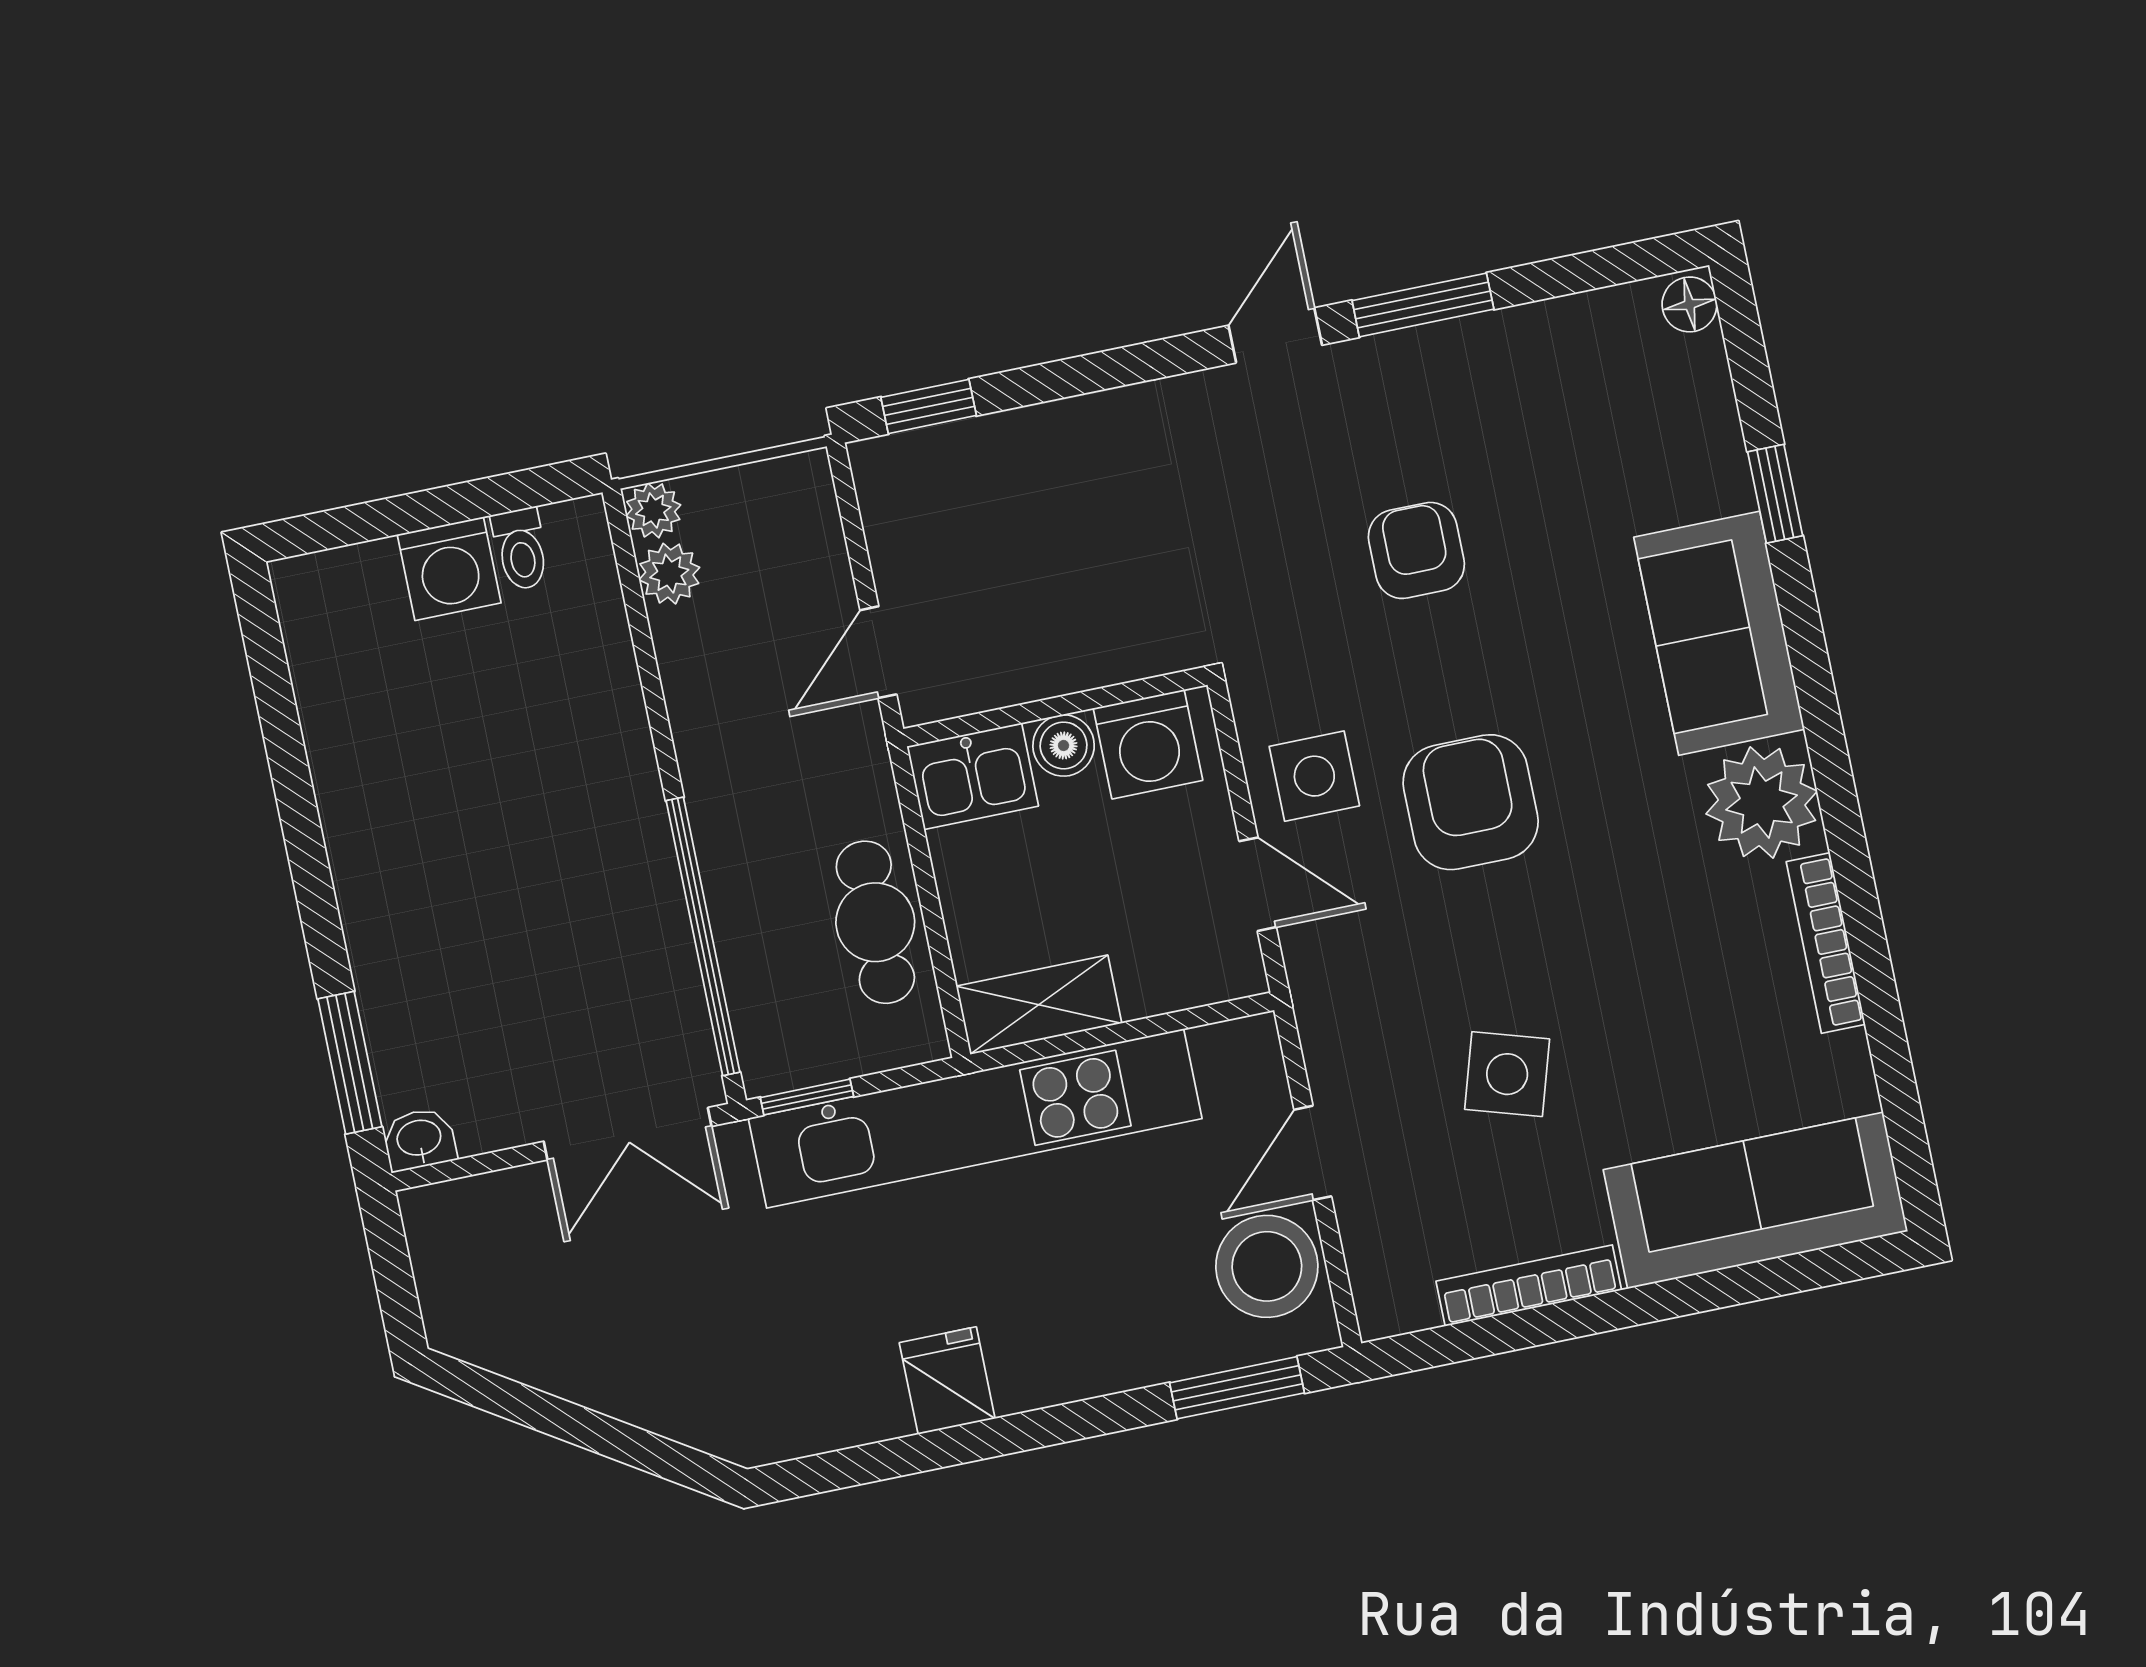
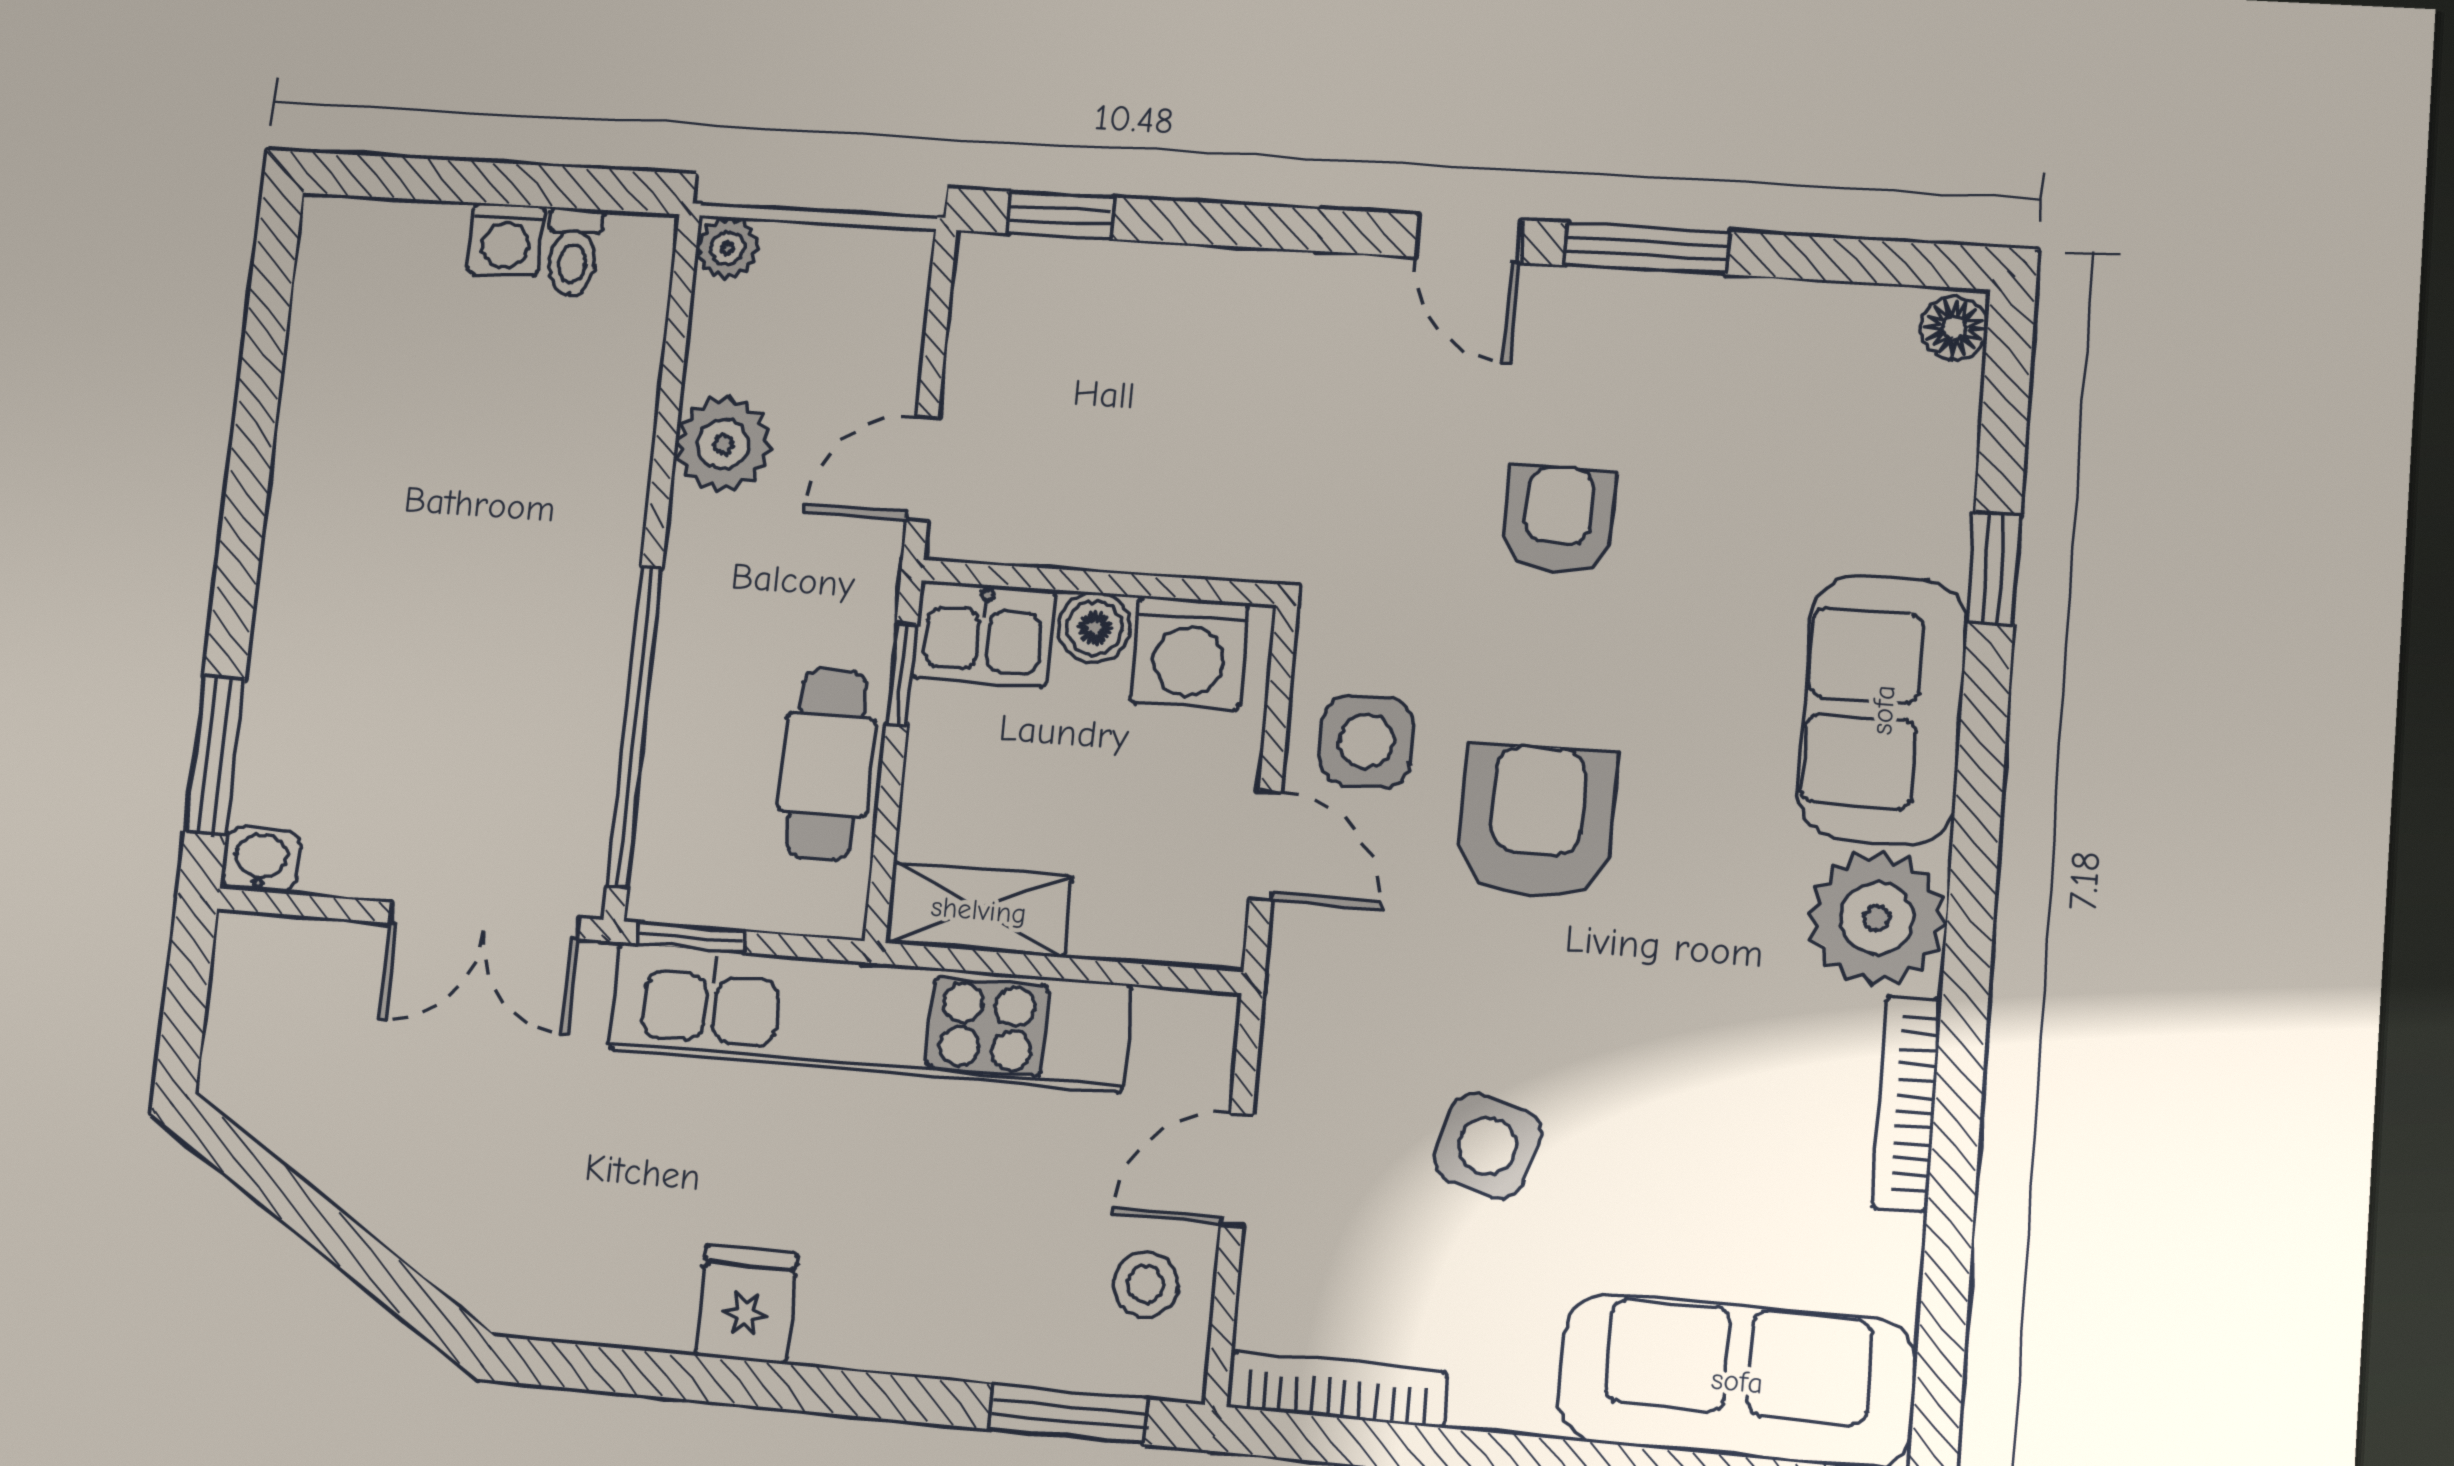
door: (1275, 335) -> (1469, 238), swing flipped
washing machine: (449, 569) -> (506, 240), width x0.73, depth x0.73
plant: (669, 574) -> (723, 445), moved, width x1.38, depth x1.38
window: (915, 829) -> (902, 674), added
stool: (1267, 1266) -> (1145, 1284), width x0.53, depth x0.53
bookcase: (1529, 1286) -> (1337, 1389), moved

